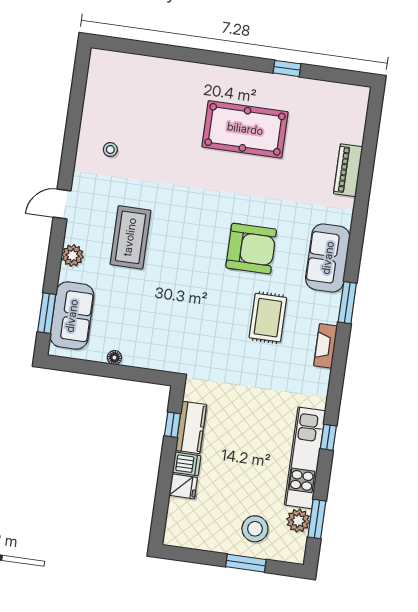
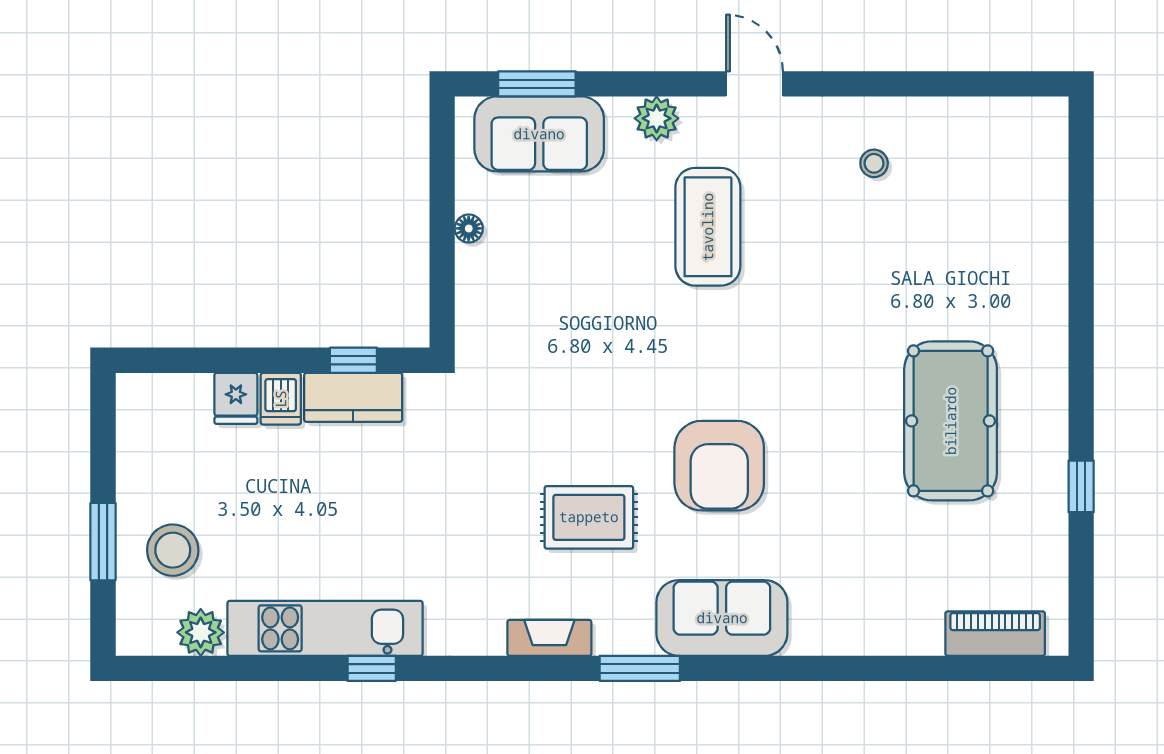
piano: (348, 170) -> (995, 634), moved
coffee table: (130, 237) -> (708, 227), turned 90
window: (317, 519) -> (209, 668), removed

